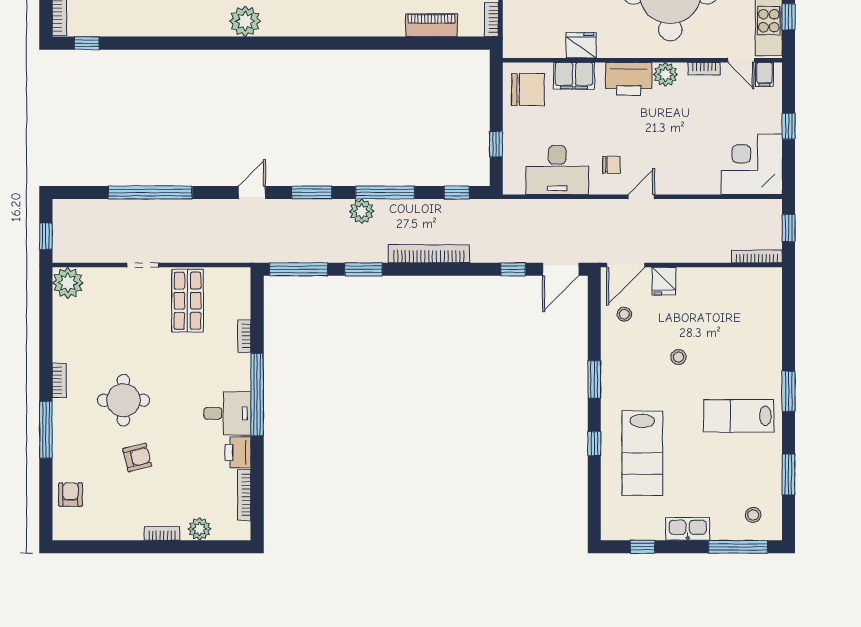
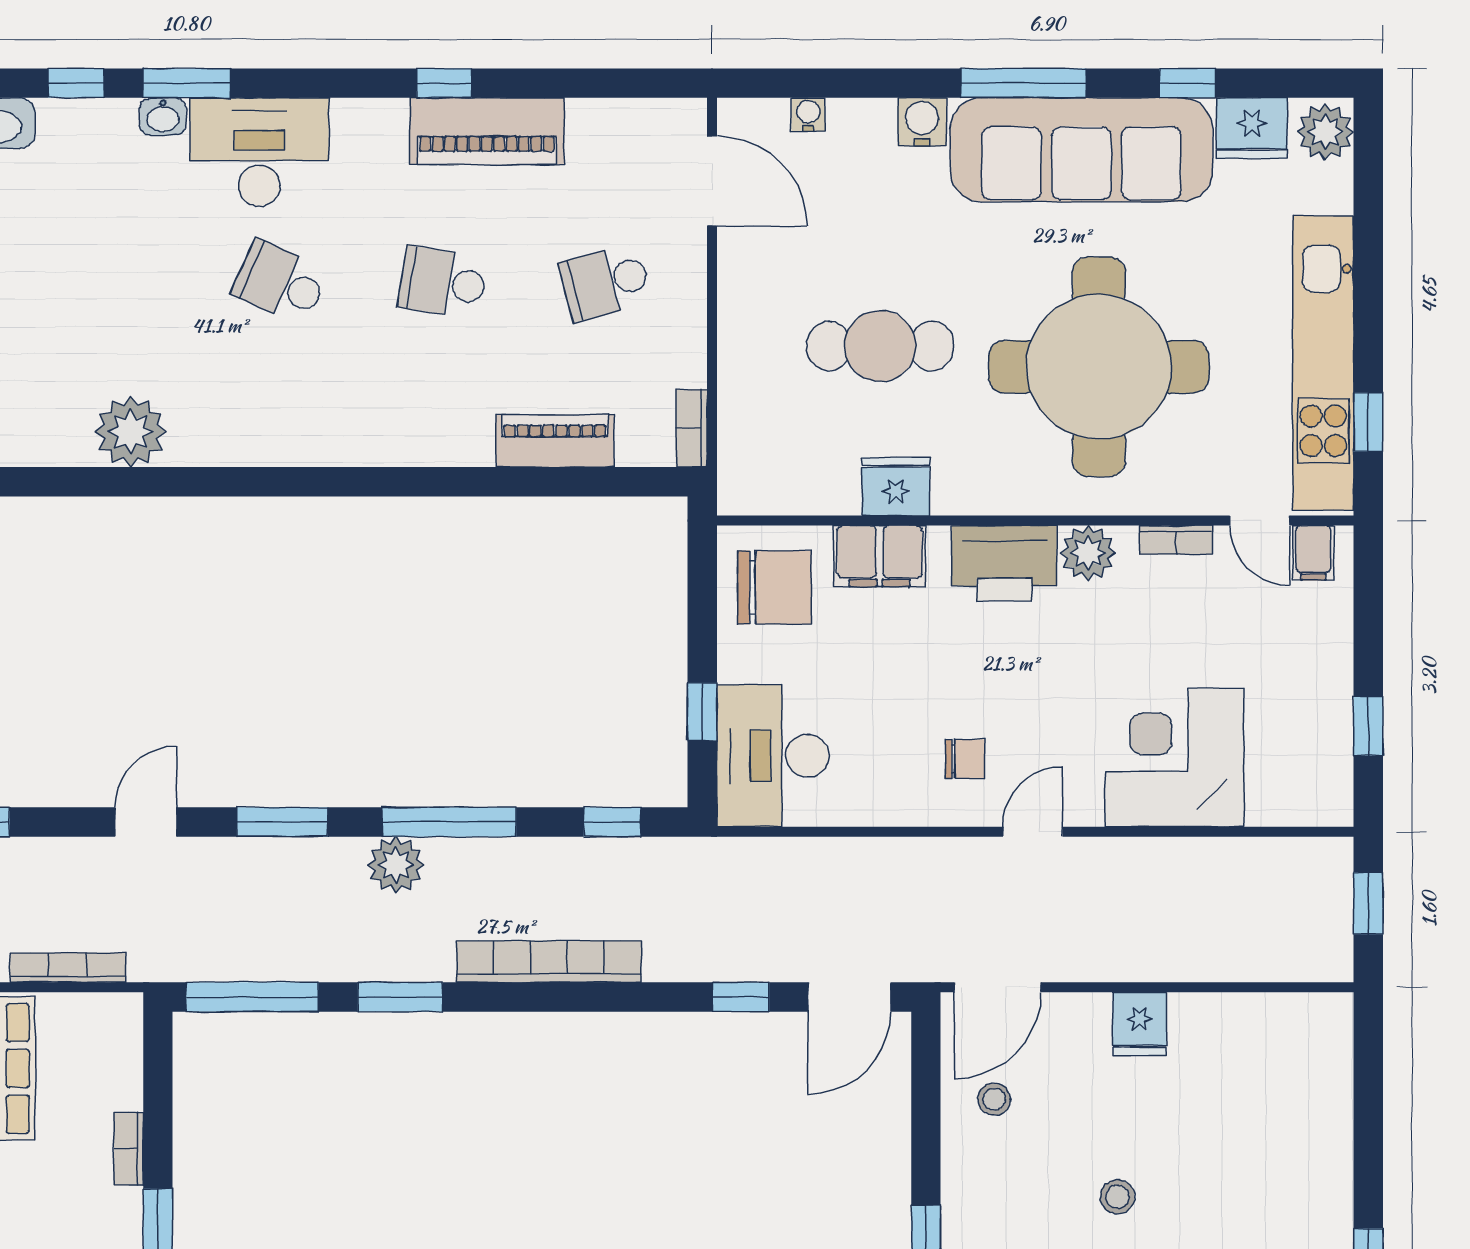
window: (789, 126) -> (1368, 726), moved
corner desk: (752, 164) -> (1174, 758), moved
desk: (557, 170) -> (773, 756), moved, turned 90
bookcase: (757, 256) -> (68, 968), moved
fridge: (664, 281) -> (1139, 1024), moved

